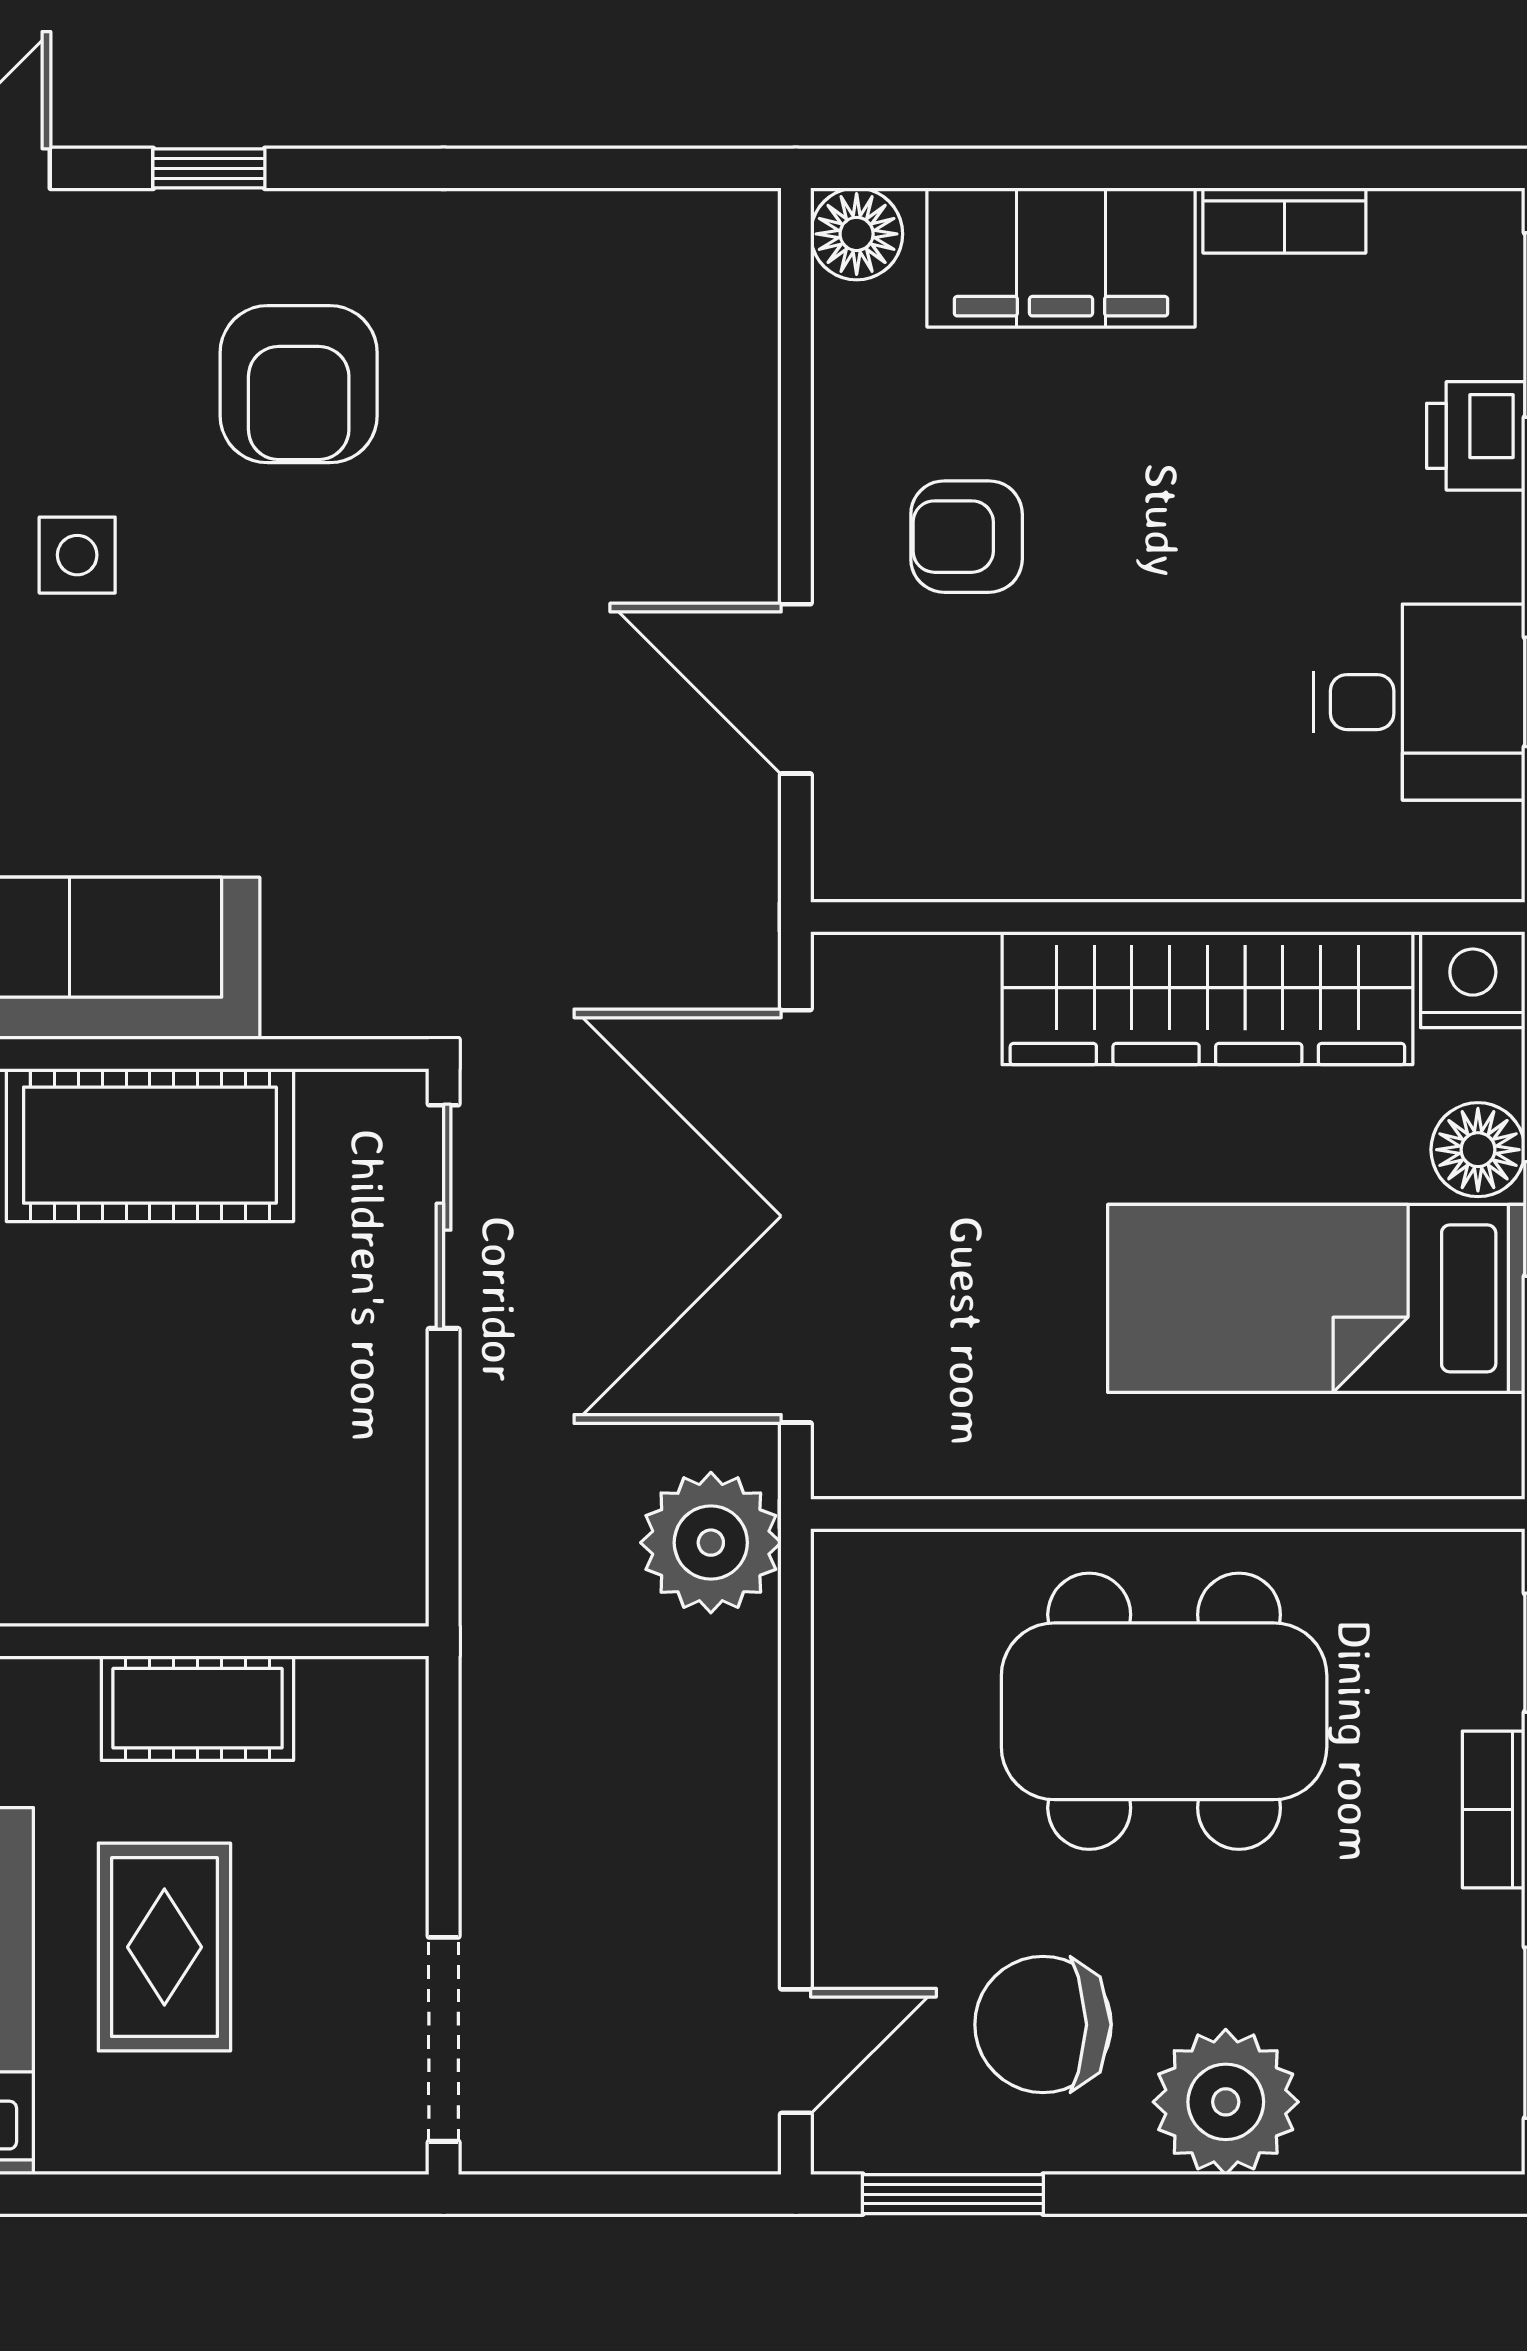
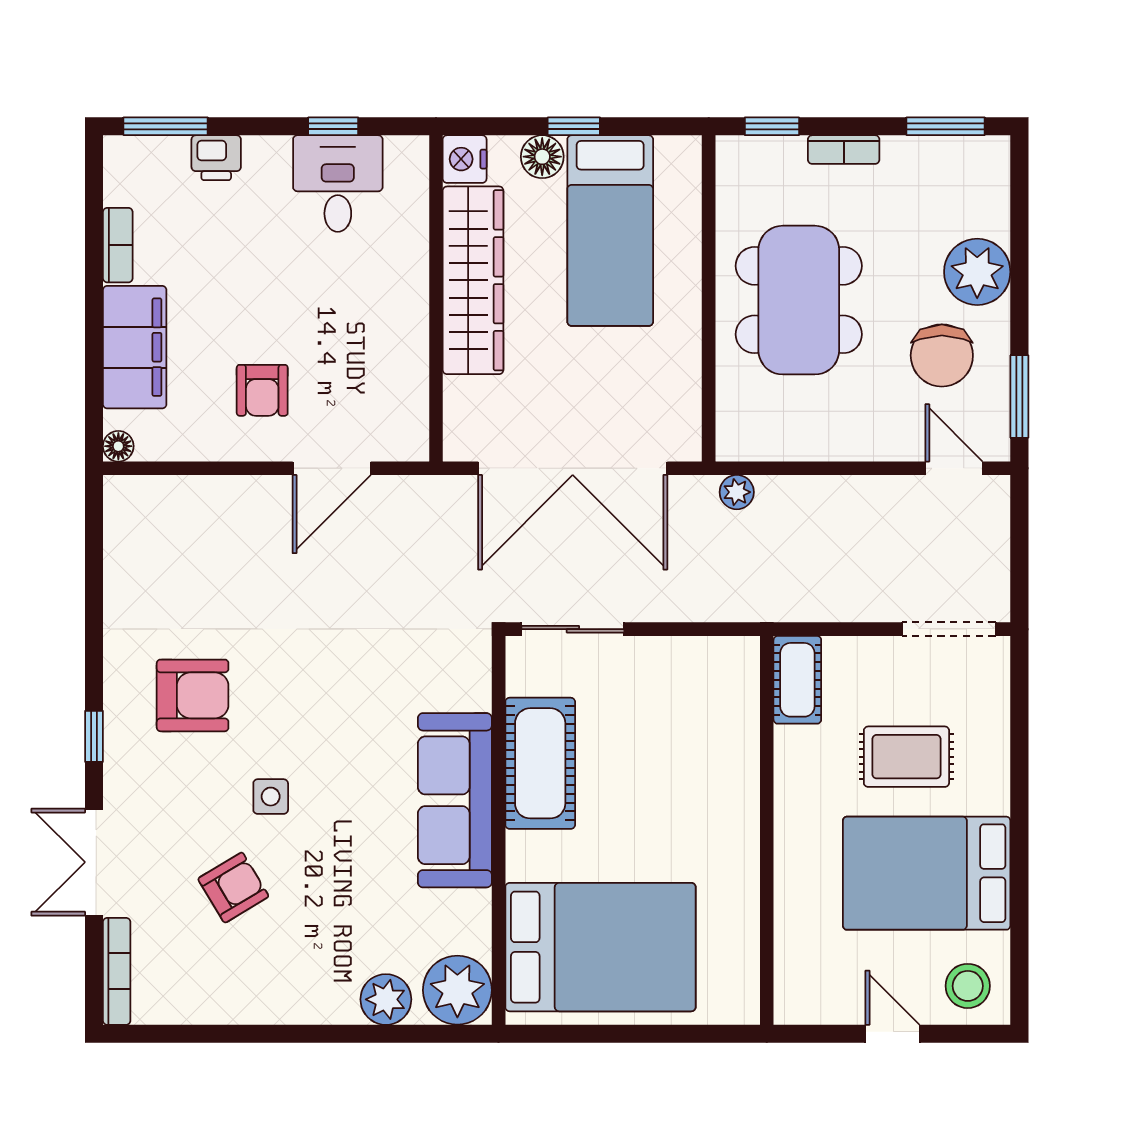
floor lamp: (857, 234) -> (118, 446), width x0.73, depth x0.73
plant: (711, 1543) -> (737, 492), width x0.53, depth x0.53
cot: (197, 1708) -> (797, 680), moved

